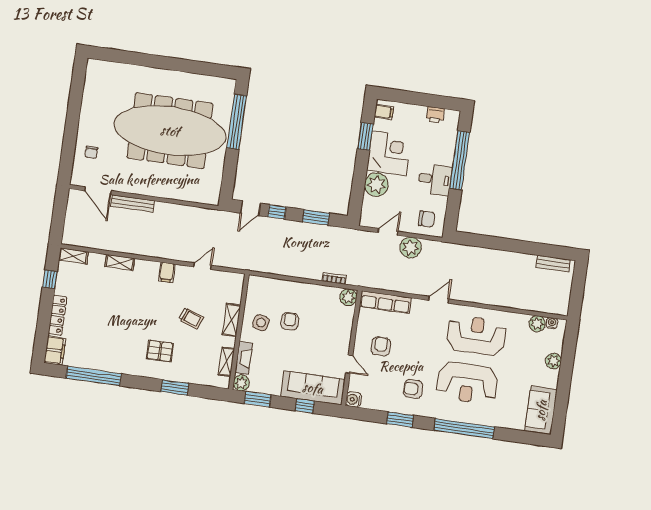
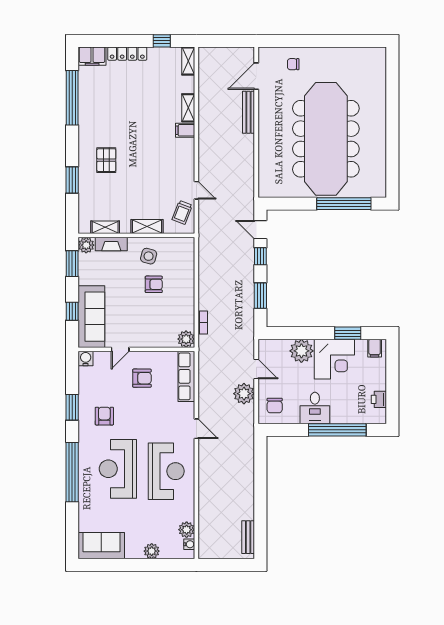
filing cabinet: (167, 272) -> (185, 130), moved
trolley: (191, 318) -> (182, 212), moved

